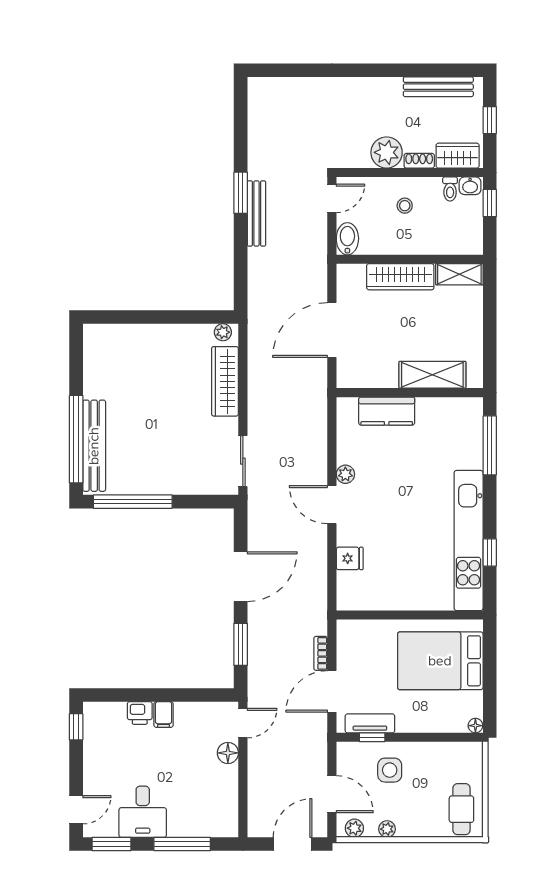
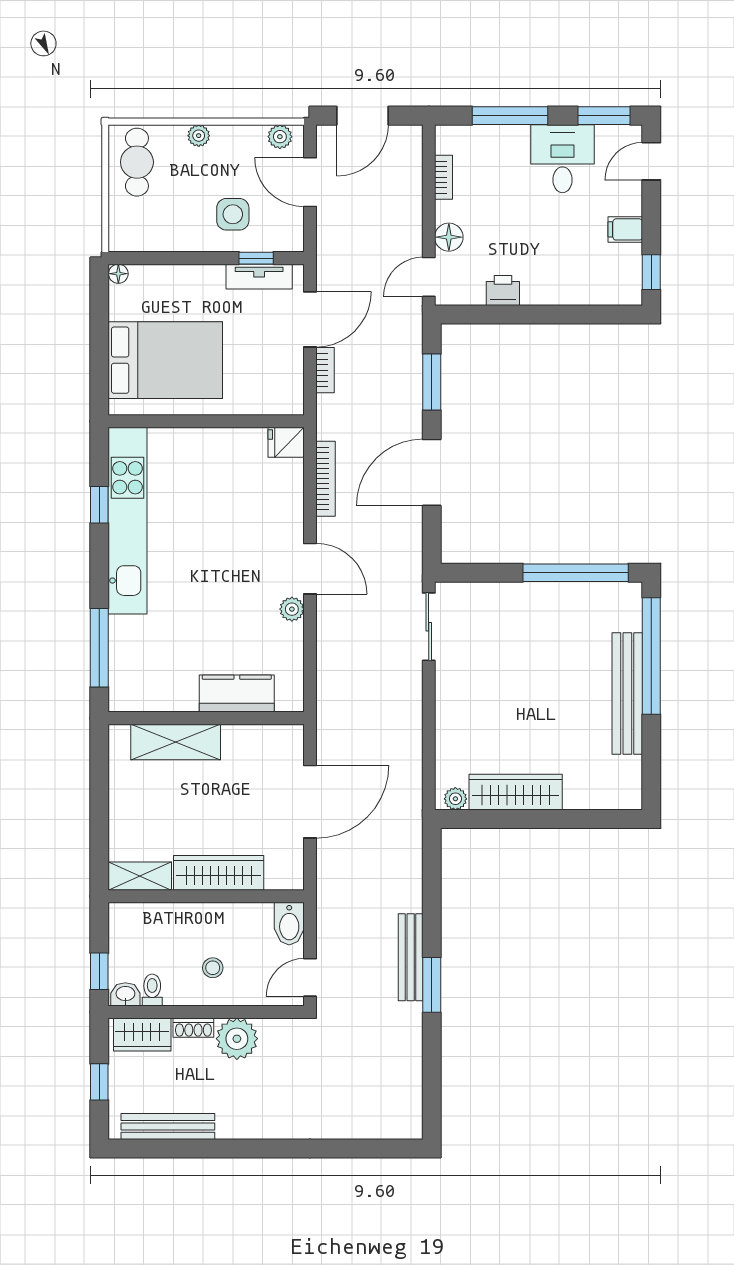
wardrobe: (225, 381) -> (516, 792), moved, turned -90
bench: (94, 446) -> (627, 694), moved
fridge: (350, 558) -> (286, 442), moved
bookcase: (320, 572) -> (326, 479), added
printer: (140, 713) -> (503, 291), moved
filing cabinet: (164, 715) -> (625, 229), moved, turned -90
bookcase: (232, 798) -> (444, 177), added
plant: (387, 829) -> (199, 136), moved

